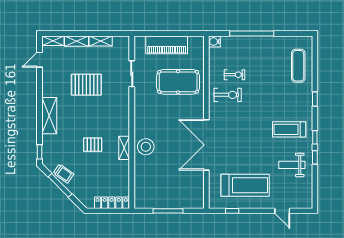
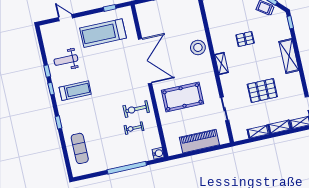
pool table: (178, 82) -> (183, 97), moved
shelving: (124, 148) -> (221, 63), moved
weight bench: (292, 165) -> (66, 60), turned 180

